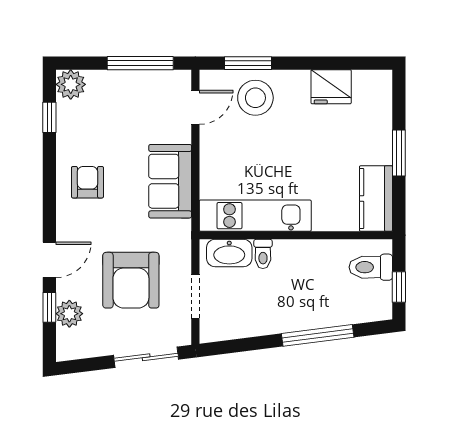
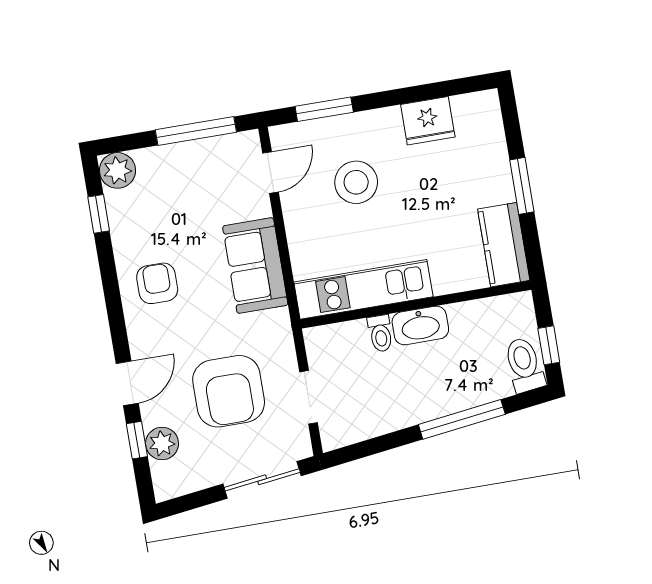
stool: (255, 98) -> (356, 182), moved
washbasin: (229, 253) -> (420, 325), moved
toilet: (371, 267) -> (524, 365), moved, turned 83

